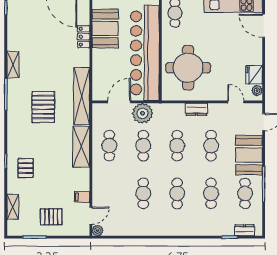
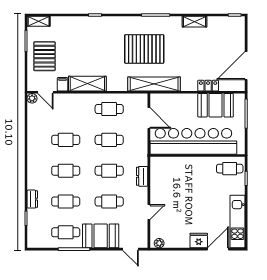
shelving: (13, 64) -> (194, 22), moved
round table: (188, 68) -> (180, 181), removed
fridge: (254, 75) -> (199, 241), moved
door: (236, 102) -> (149, 212), moved
pallet: (43, 107) -> (144, 49), width x1.37, depth x1.41
dresser: (196, 109) -> (142, 176), moved
plant: (143, 113) -> (138, 139), removed
shelving: (81, 147) -> (87, 84), moved
pallet: (26, 168) -> (89, 33), removed
shelving: (13, 207) -> (39, 21), moved
pallet: (51, 217) -> (44, 56), width x1.50, depth x1.42
dresser: (245, 230) -> (32, 199), moved

